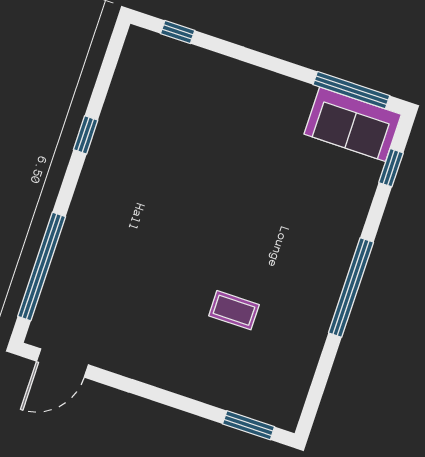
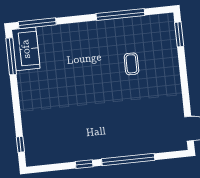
window: (391, 168) -> (37, 23), width x2.17
window: (42, 266) -> (128, 160), moved
window: (351, 287) -> (120, 15), moved

